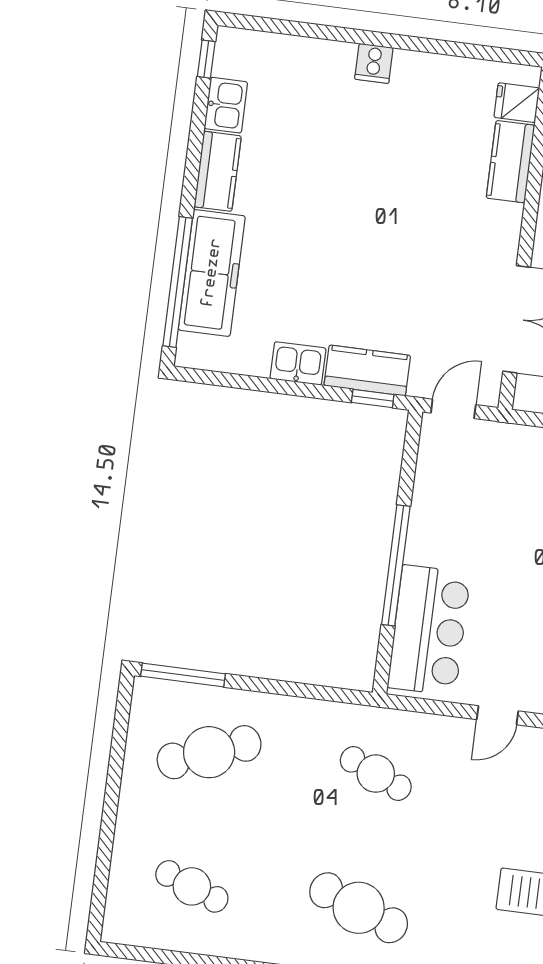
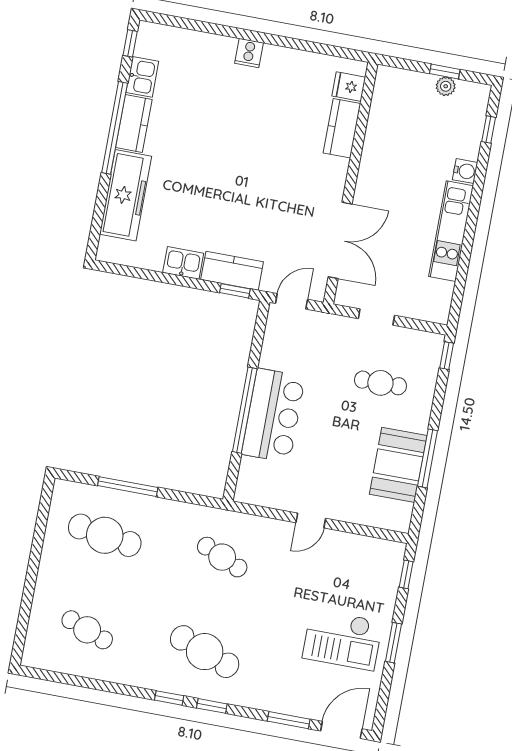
window: (178, 282) -> (115, 128), moved
bar counter: (429, 630) -> (273, 415), moved
window: (183, 675) -> (128, 487), moved
cafe table: (209, 752) -> (105, 535), turned 30

